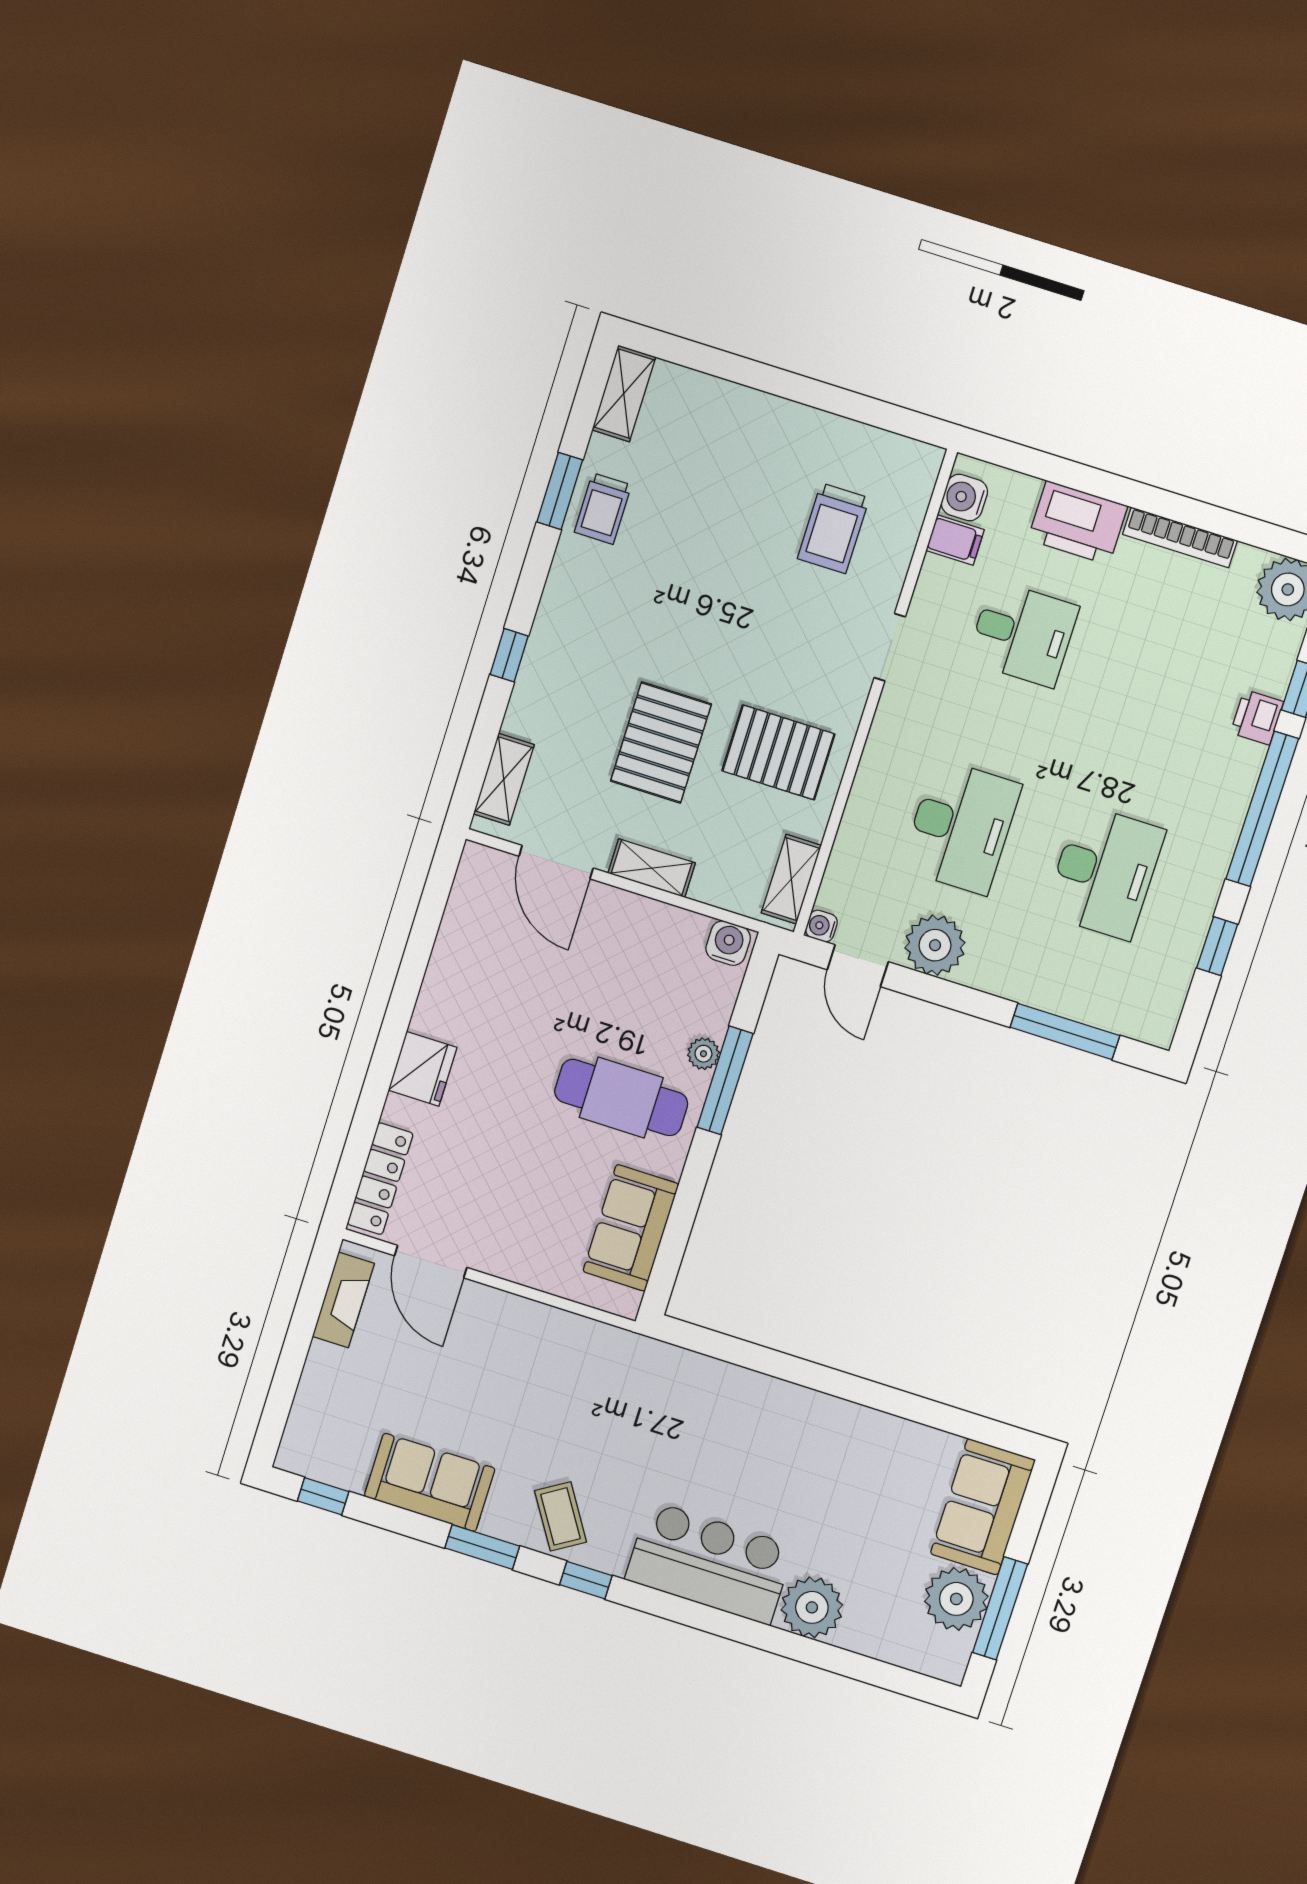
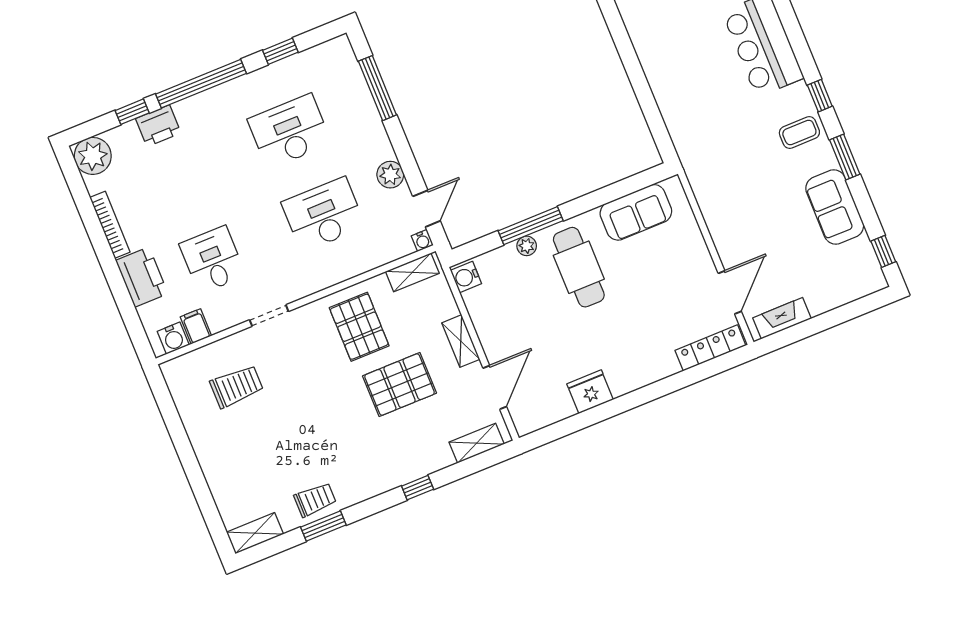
printer: (1257, 717) -> (158, 126), width x1.36, depth x1.24
plant: (935, 945) -> (390, 175), width x0.73, depth x0.73
fridge: (423, 1069) -> (590, 392), moved
coffee table: (561, 1516) -> (799, 132), turned 32

